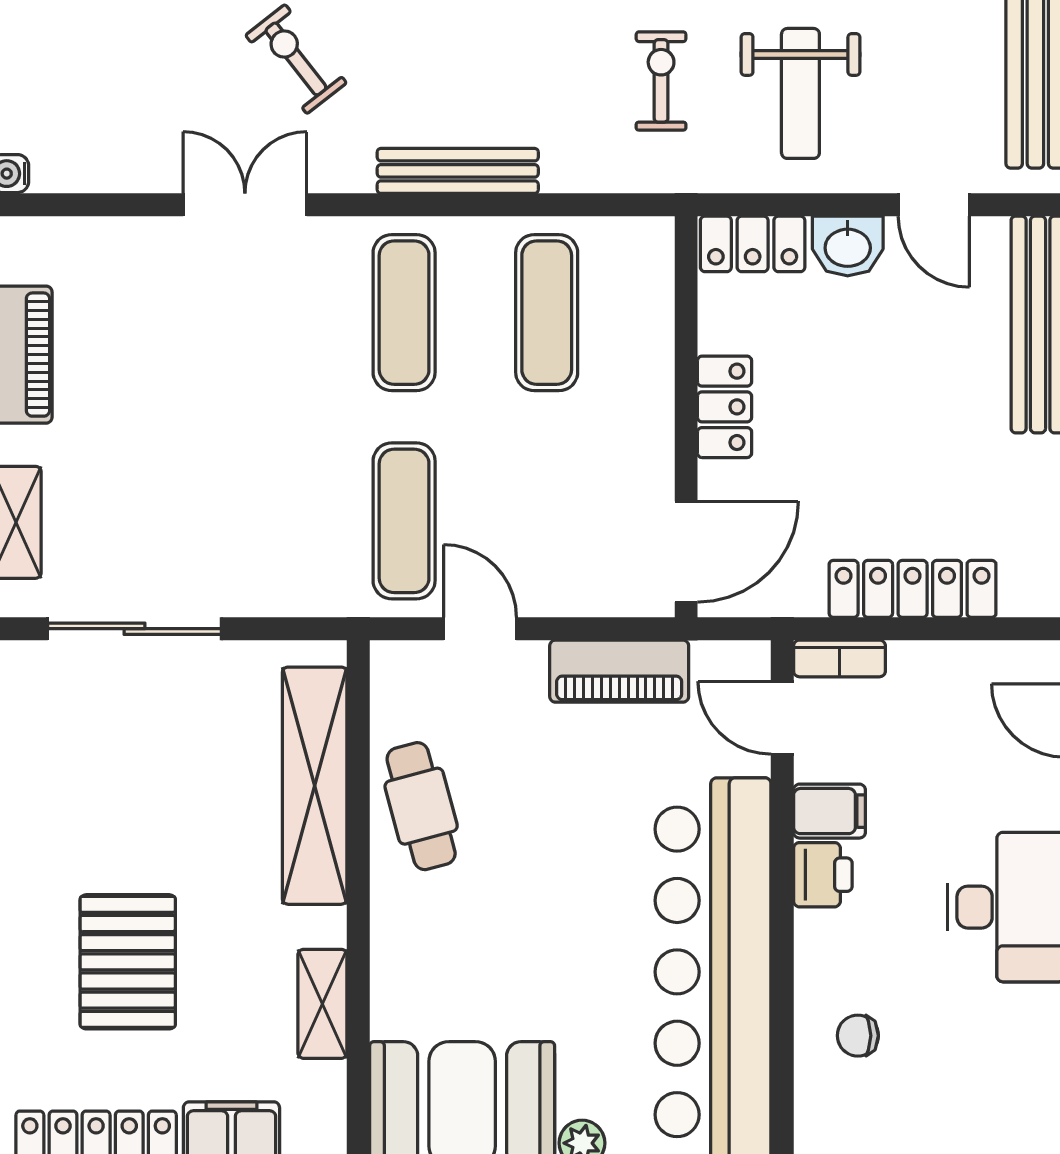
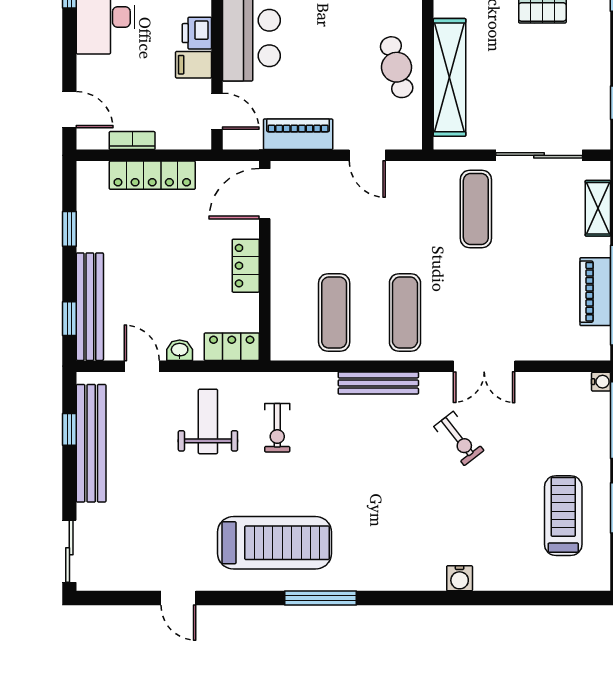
washbasin: (848, 246) -> (180, 350), width x0.72, depth x0.69
exercise mat: (404, 521) -> (476, 209), moved
bookcase: (839, 658) -> (132, 141), moved

